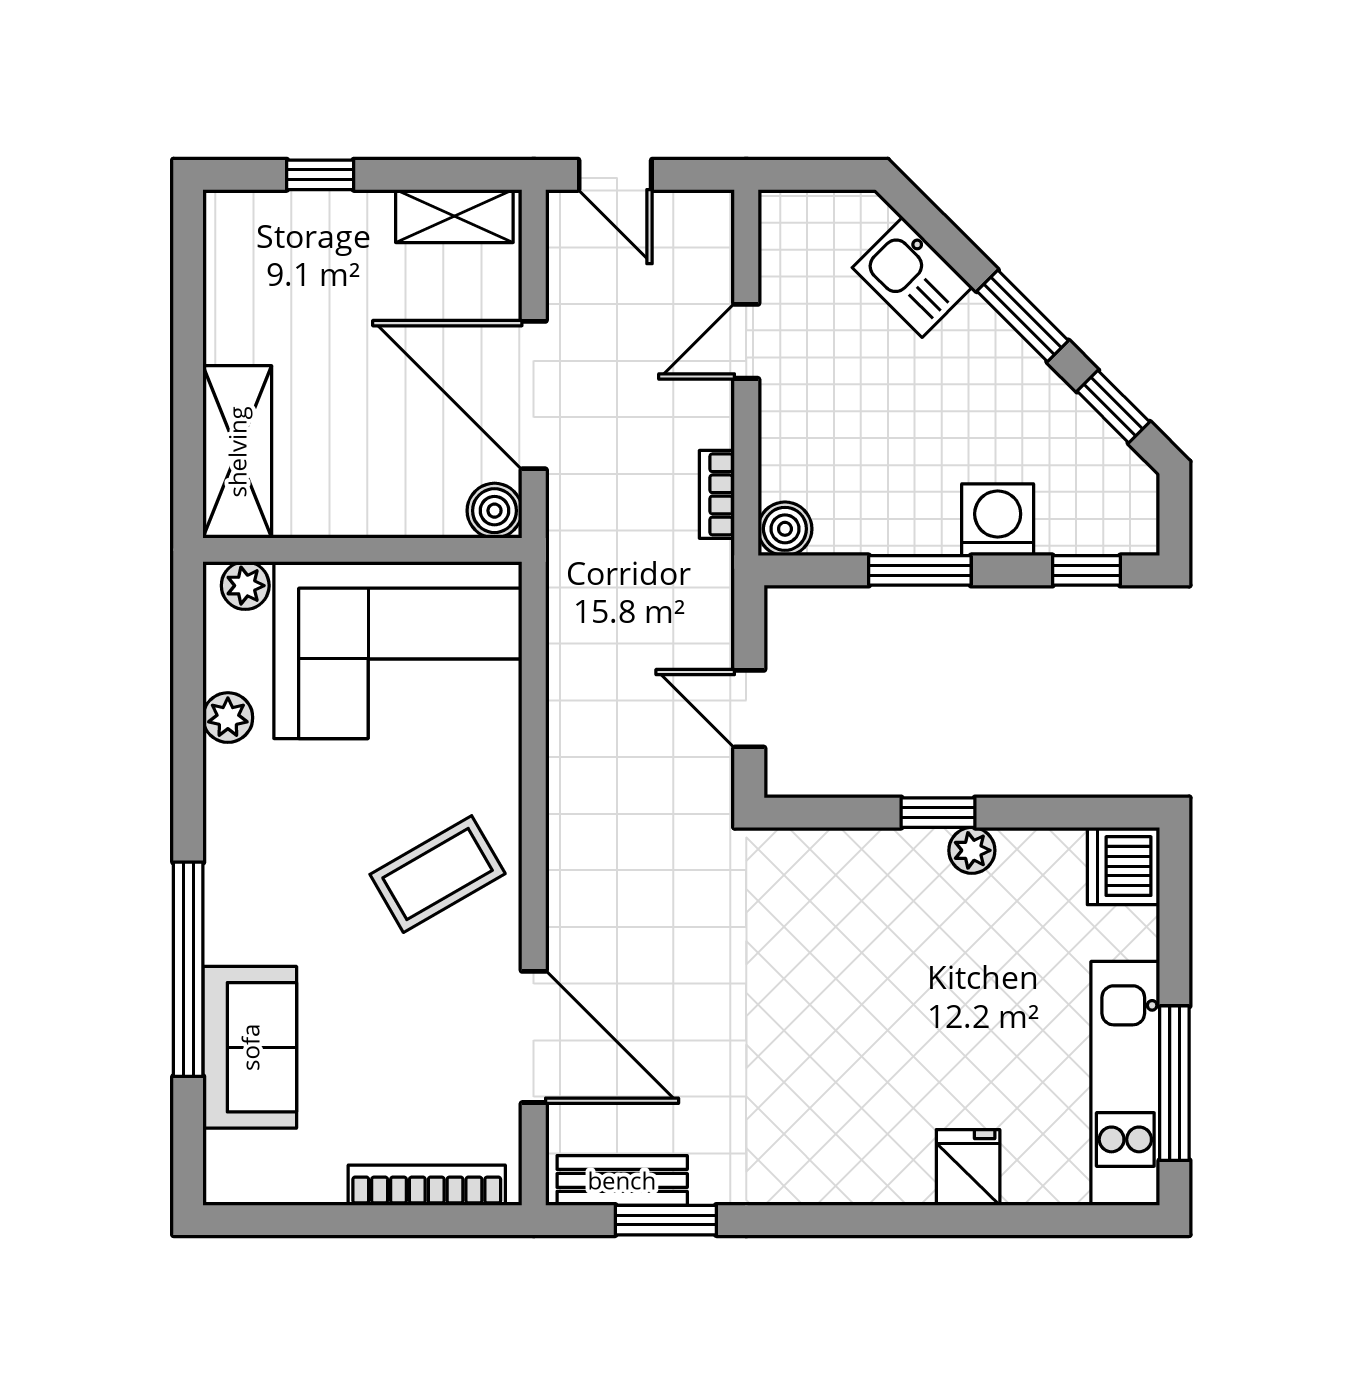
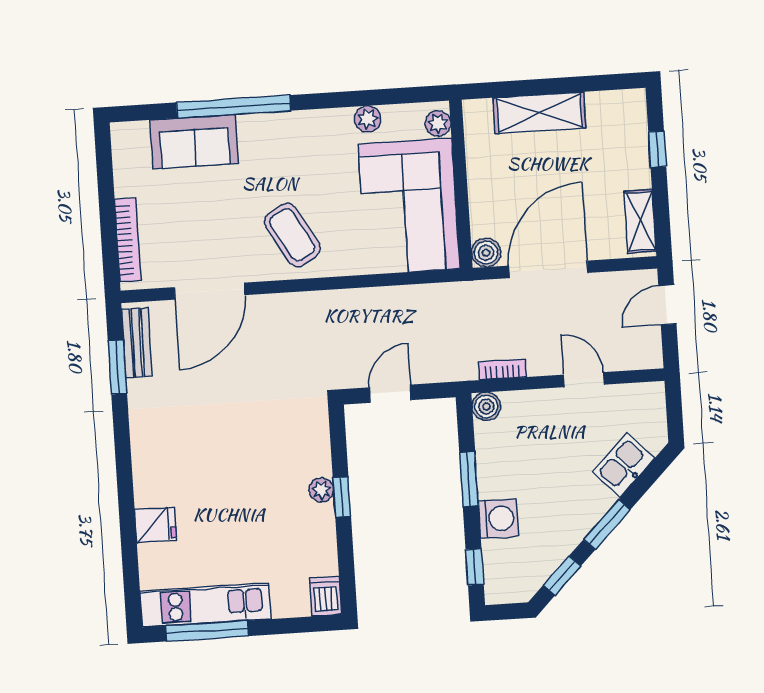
shelving: (237, 452) -> (540, 113), moved
plant: (972, 850) -> (321, 490), moved
dishwasher: (1123, 866) -> (326, 596), width x0.73

